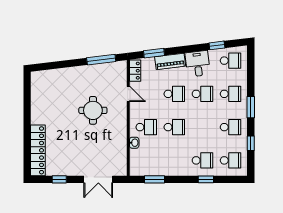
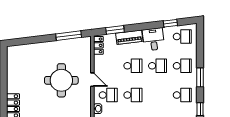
door: (128, 94) -> (92, 80), moved
round table: (93, 110) -> (61, 80), width x1.36, depth x1.36

